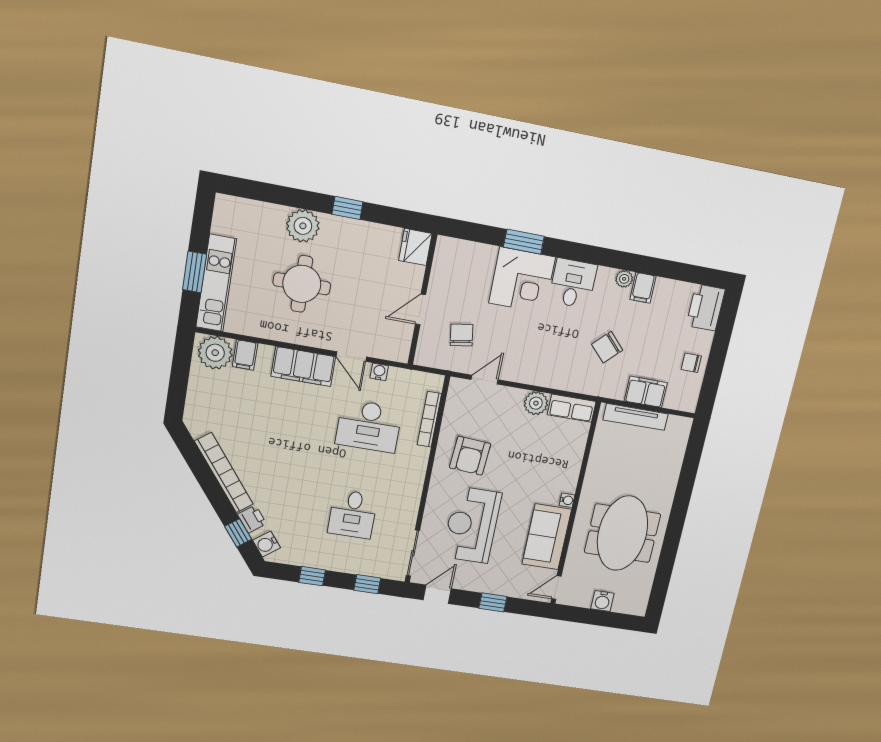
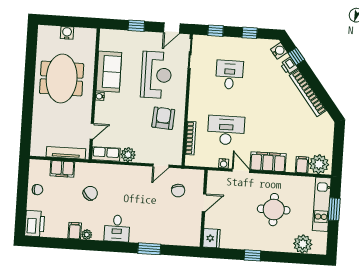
plant: (303, 226) -> (303, 244), moved
corner desk: (522, 280) -> (147, 227), removed
door: (556, 587) -> (92, 131), moved

